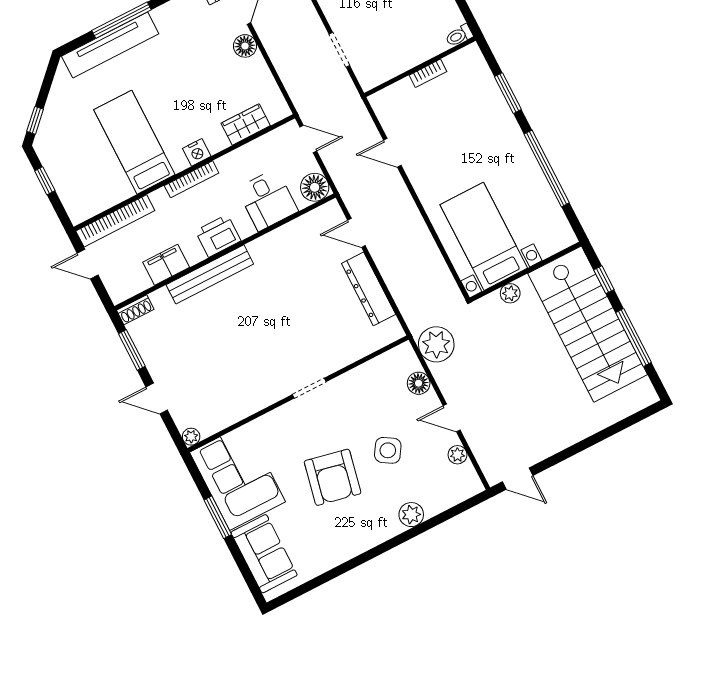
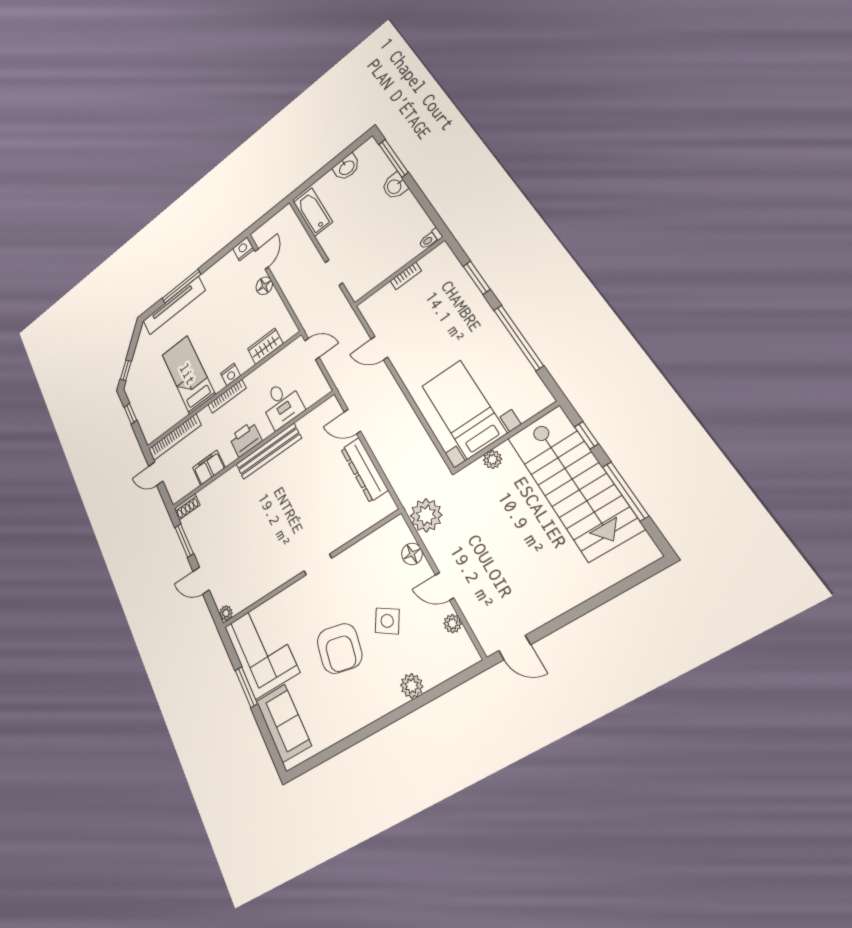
floor lamp: (315, 187) -> (318, 388), removed
bench: (210, 274) -> (269, 451), moved

